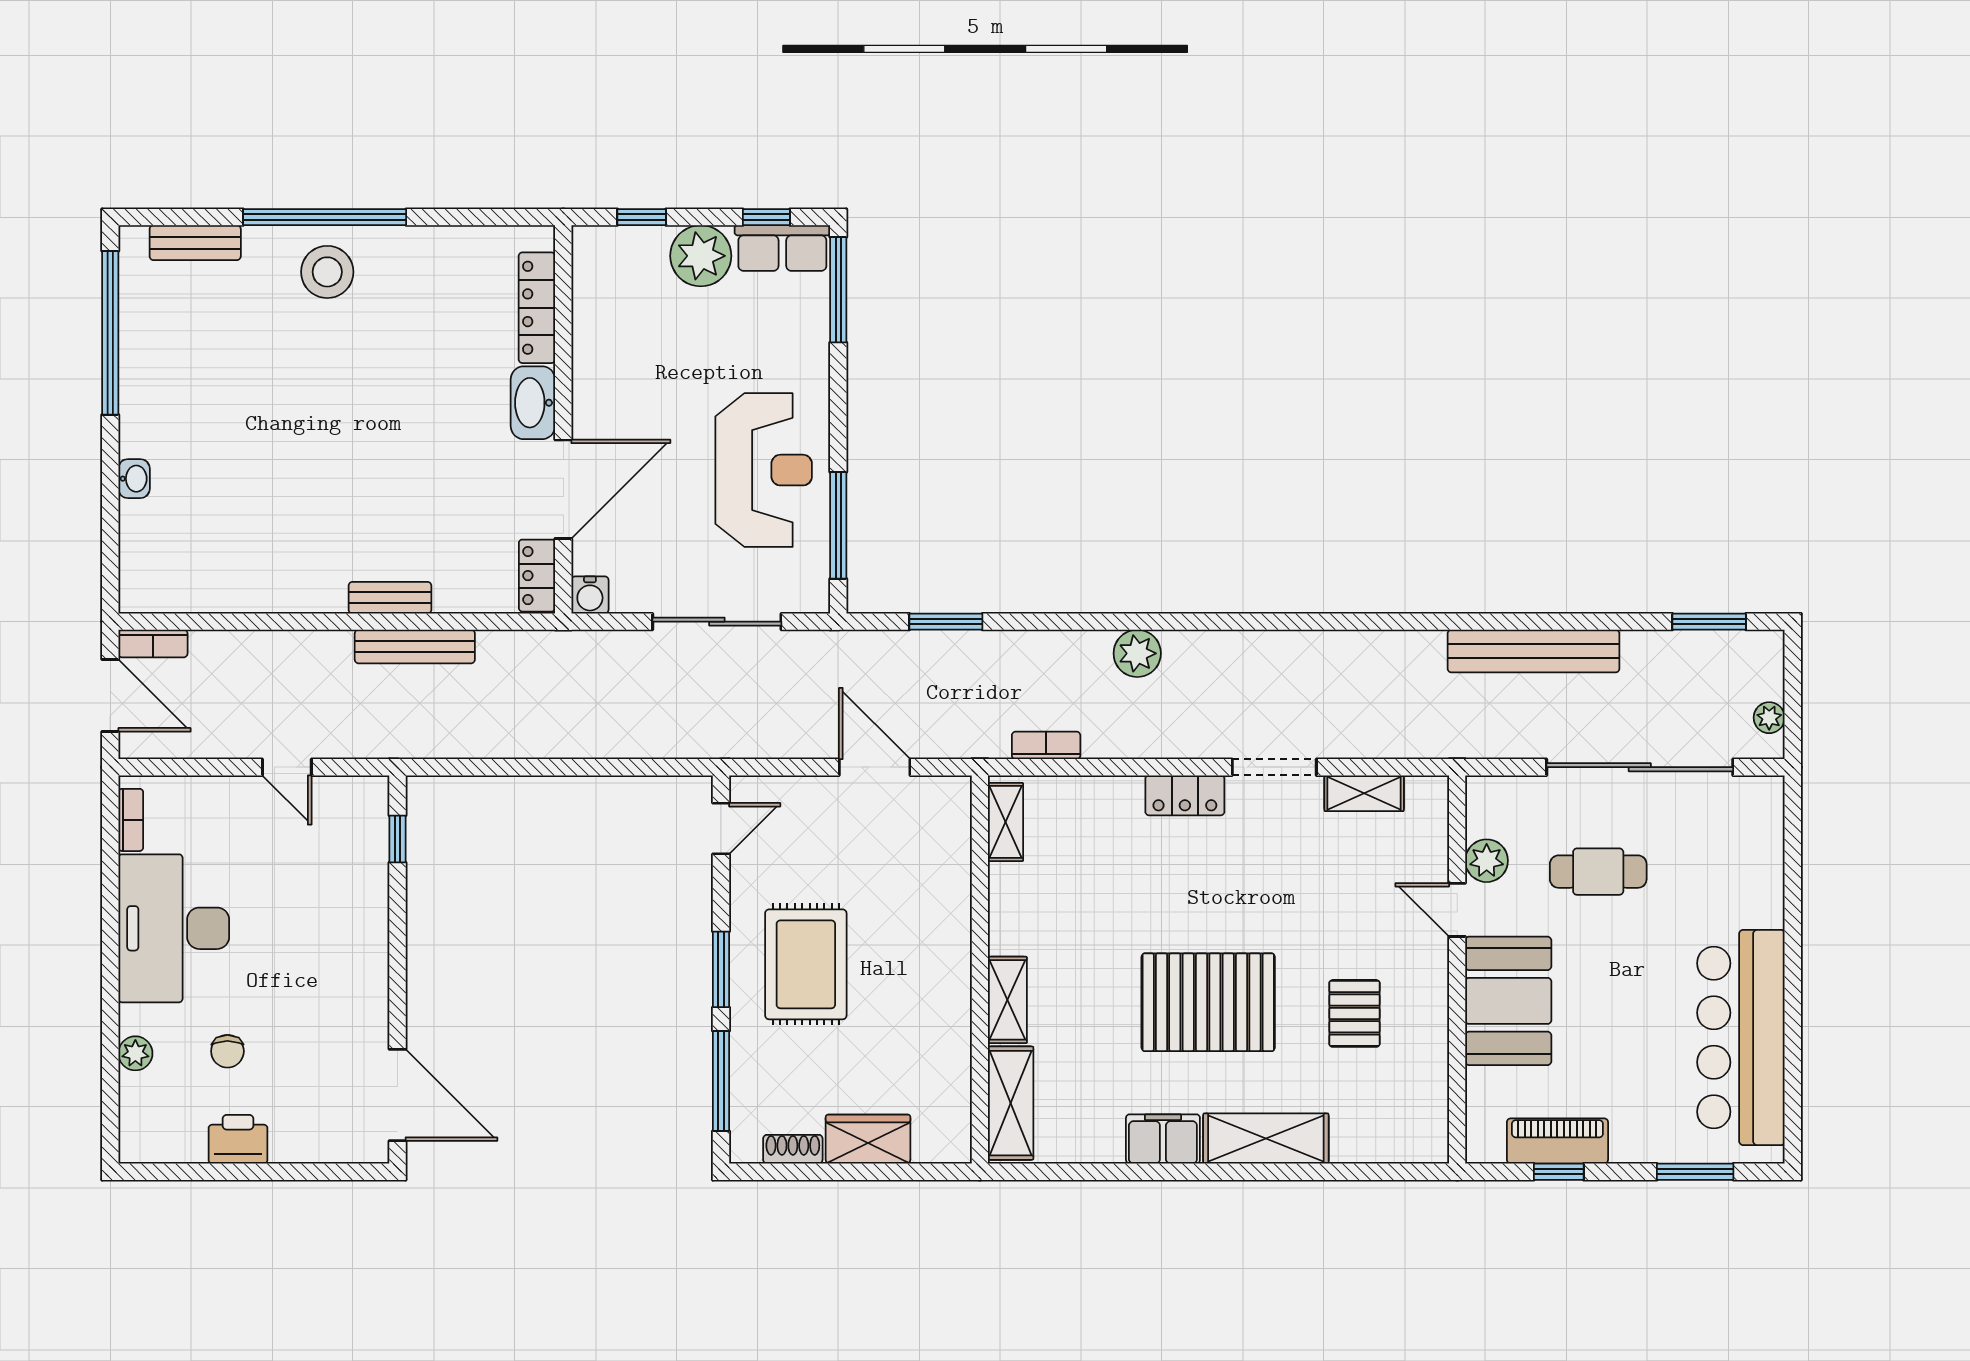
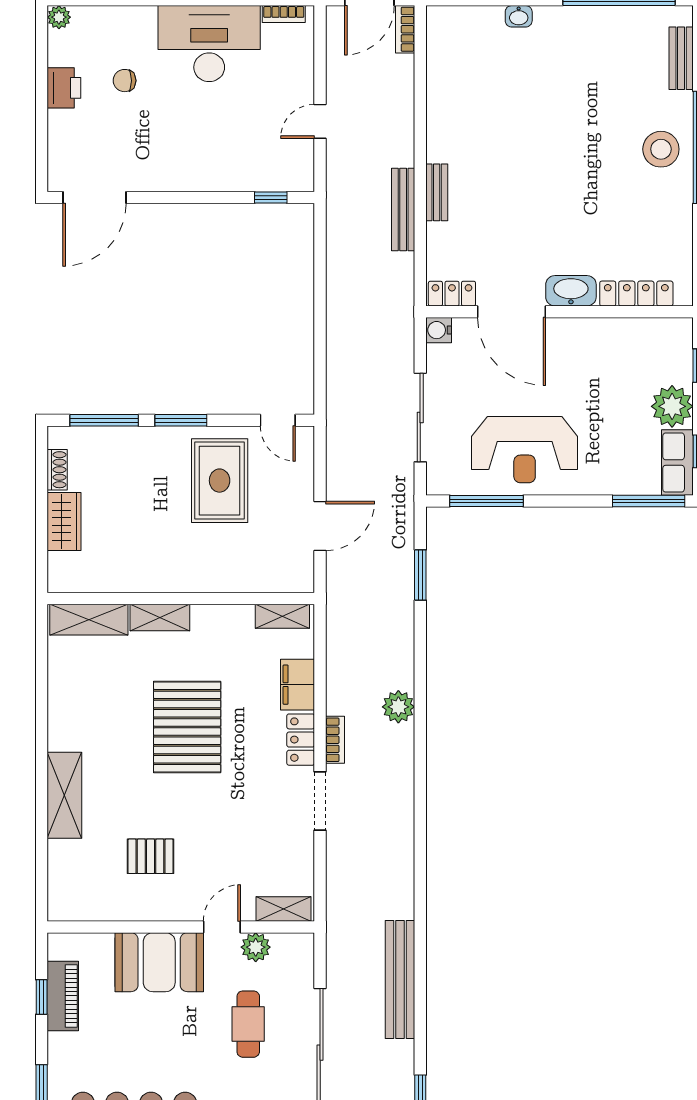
bookcase: (1046, 745) -> (335, 740), moved
shelving: (1364, 793) -> (284, 909), moved, turned 90
rug: (806, 964) -> (220, 481), moved, turned 90
pallet: (1208, 1002) -> (187, 727), moved
plant: (135, 1053) -> (59, 17), moved
filing cabinet: (1163, 1139) -> (297, 685), moved, turned 180

